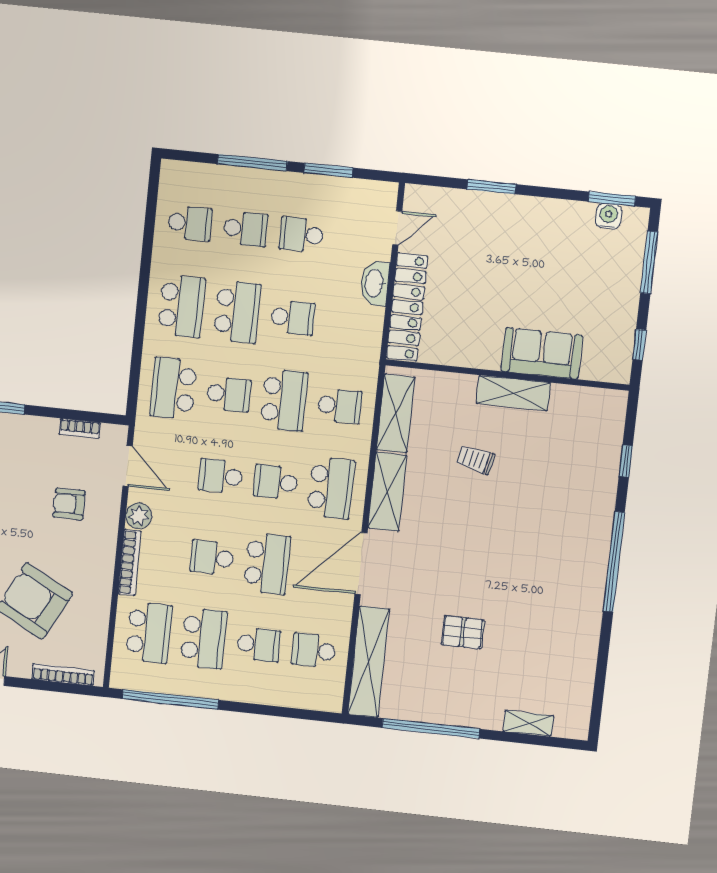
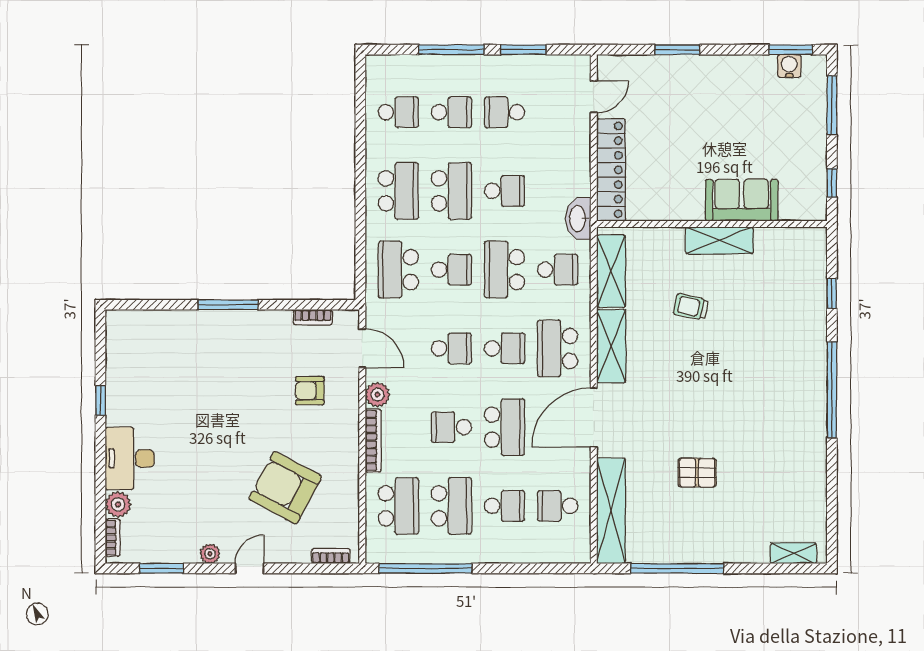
washbasin: (375, 283) -> (578, 219), moved
school desk: (284, 400) -> (504, 270), turned 180
school desk: (220, 476) -> (451, 348), turned 180
school desk: (276, 482) -> (504, 348), turned 180
school desk: (331, 488) -> (558, 348), turned 180
bookcase: (63, 675) -> (331, 556), width x0.64
shelving: (528, 723) -> (794, 553), moved

